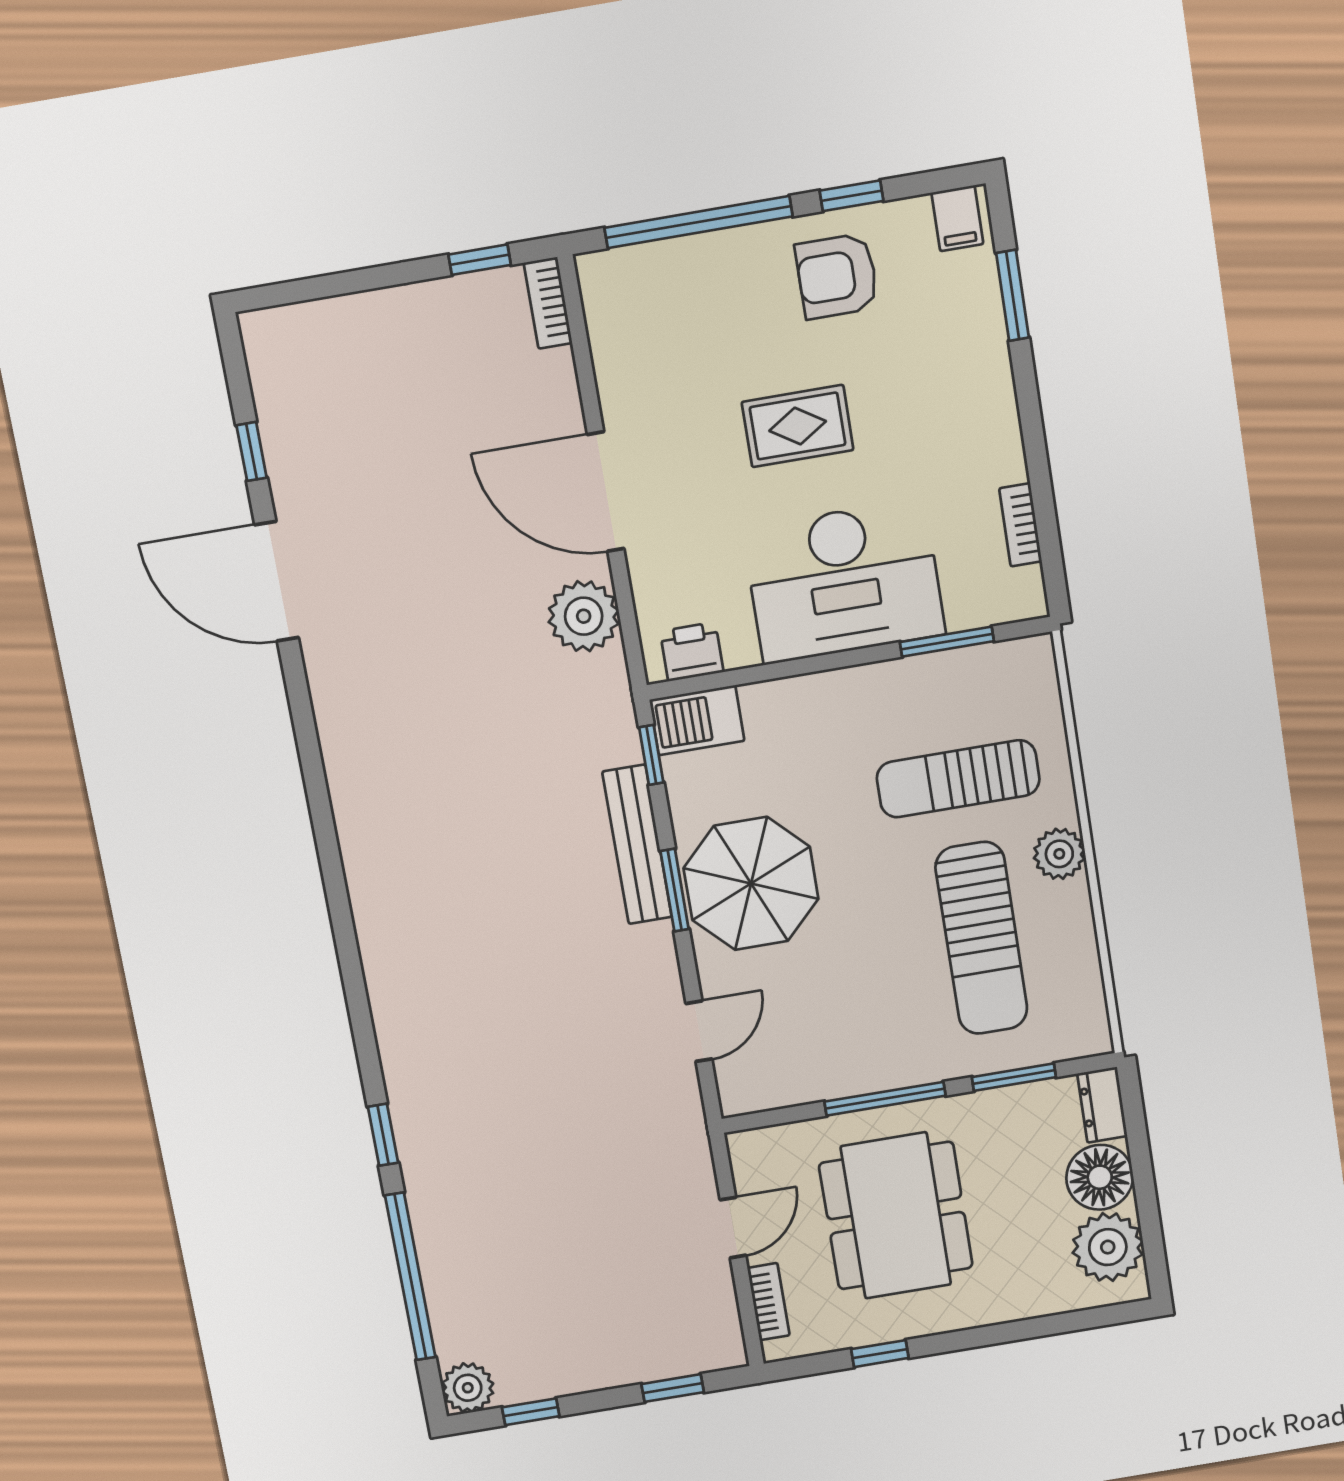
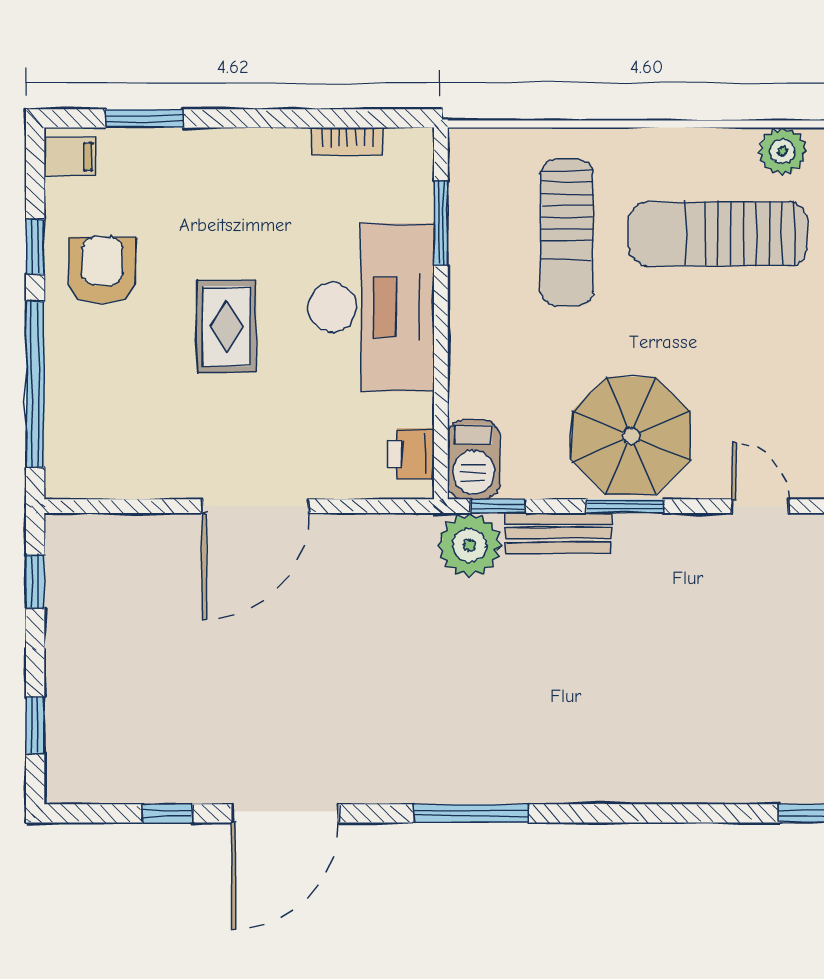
armchair: (837, 276) -> (102, 270), turned 180
window: (320, 287) -> (35, 725), added
bookcase: (548, 303) -> (82, 528), removed
plant: (584, 616) -> (470, 545), moved
window: (315, 782) -> (471, 813), added
bench: (637, 844) -> (558, 533), width x0.73
plant: (1059, 854) -> (783, 151), moved
sun lounger: (981, 938) -> (718, 234), turned 180

